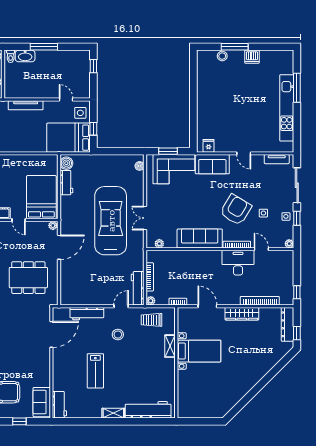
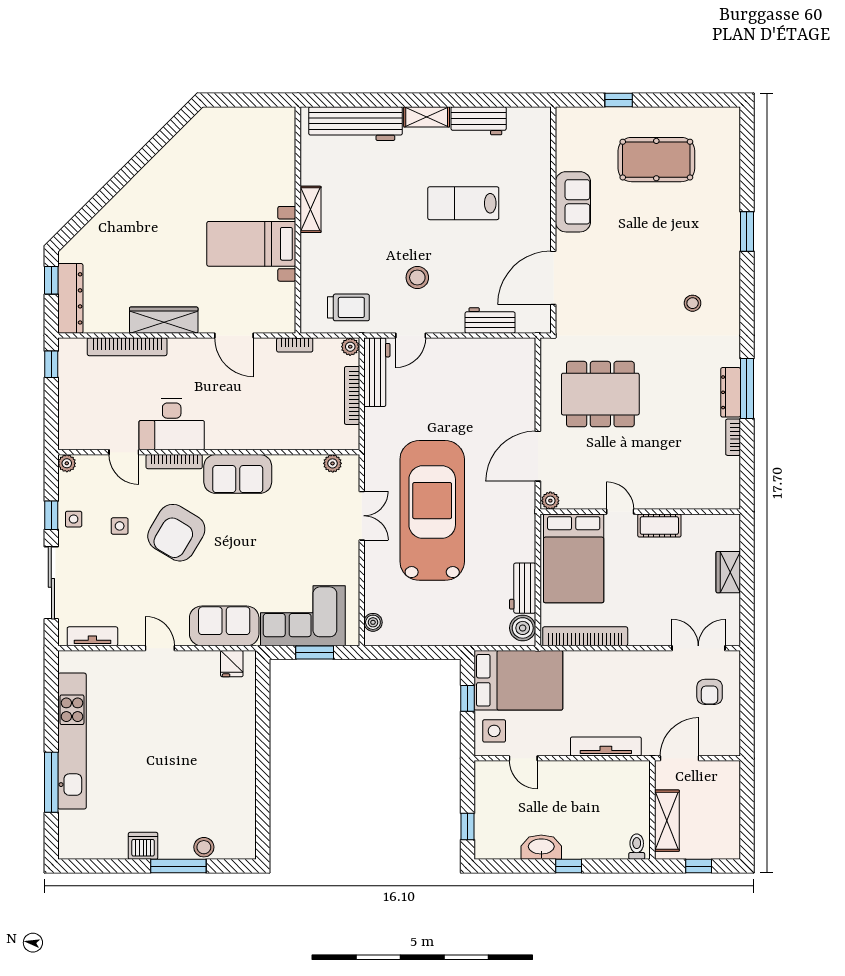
window: (44, 47) -> (569, 866), width x0.46
washbasin: (25, 56) -> (541, 847), moved
bookcase: (36, 159) -> (585, 636), added
car: (111, 221) -> (432, 510), turned 180
sofa: (200, 238) -> (238, 474), width x0.73
workbench: (87, 314) -> (490, 320), width x0.73
shelving: (170, 346) -> (311, 209), moved
lab bench: (95, 371) -> (463, 203), turned -90
sofa: (42, 402) -> (573, 202), moved
workbench: (59, 405) -> (479, 121), moved, turned -90

